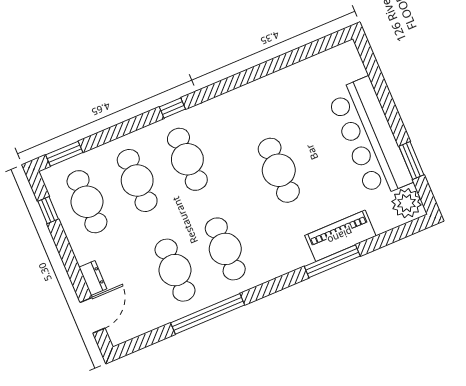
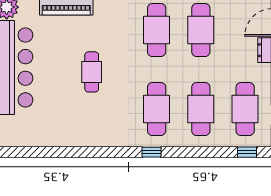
window: (64, 154) -> (247, 152), width x0.67
cafe table: (279, 170) -> (92, 72), width x0.73, depth x0.74

